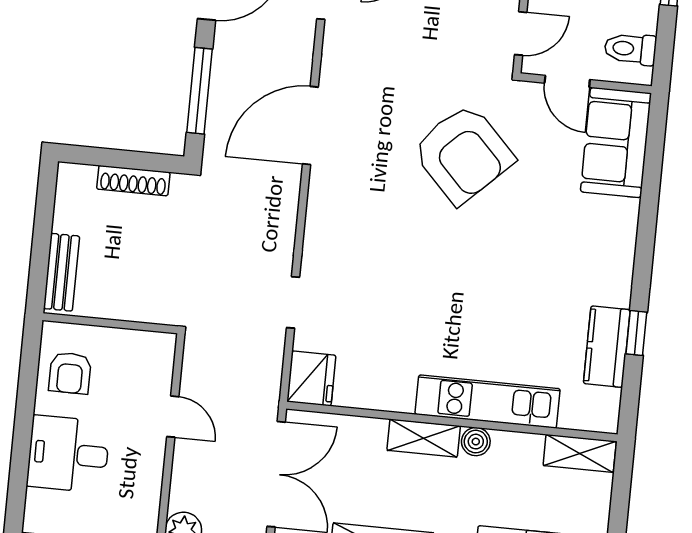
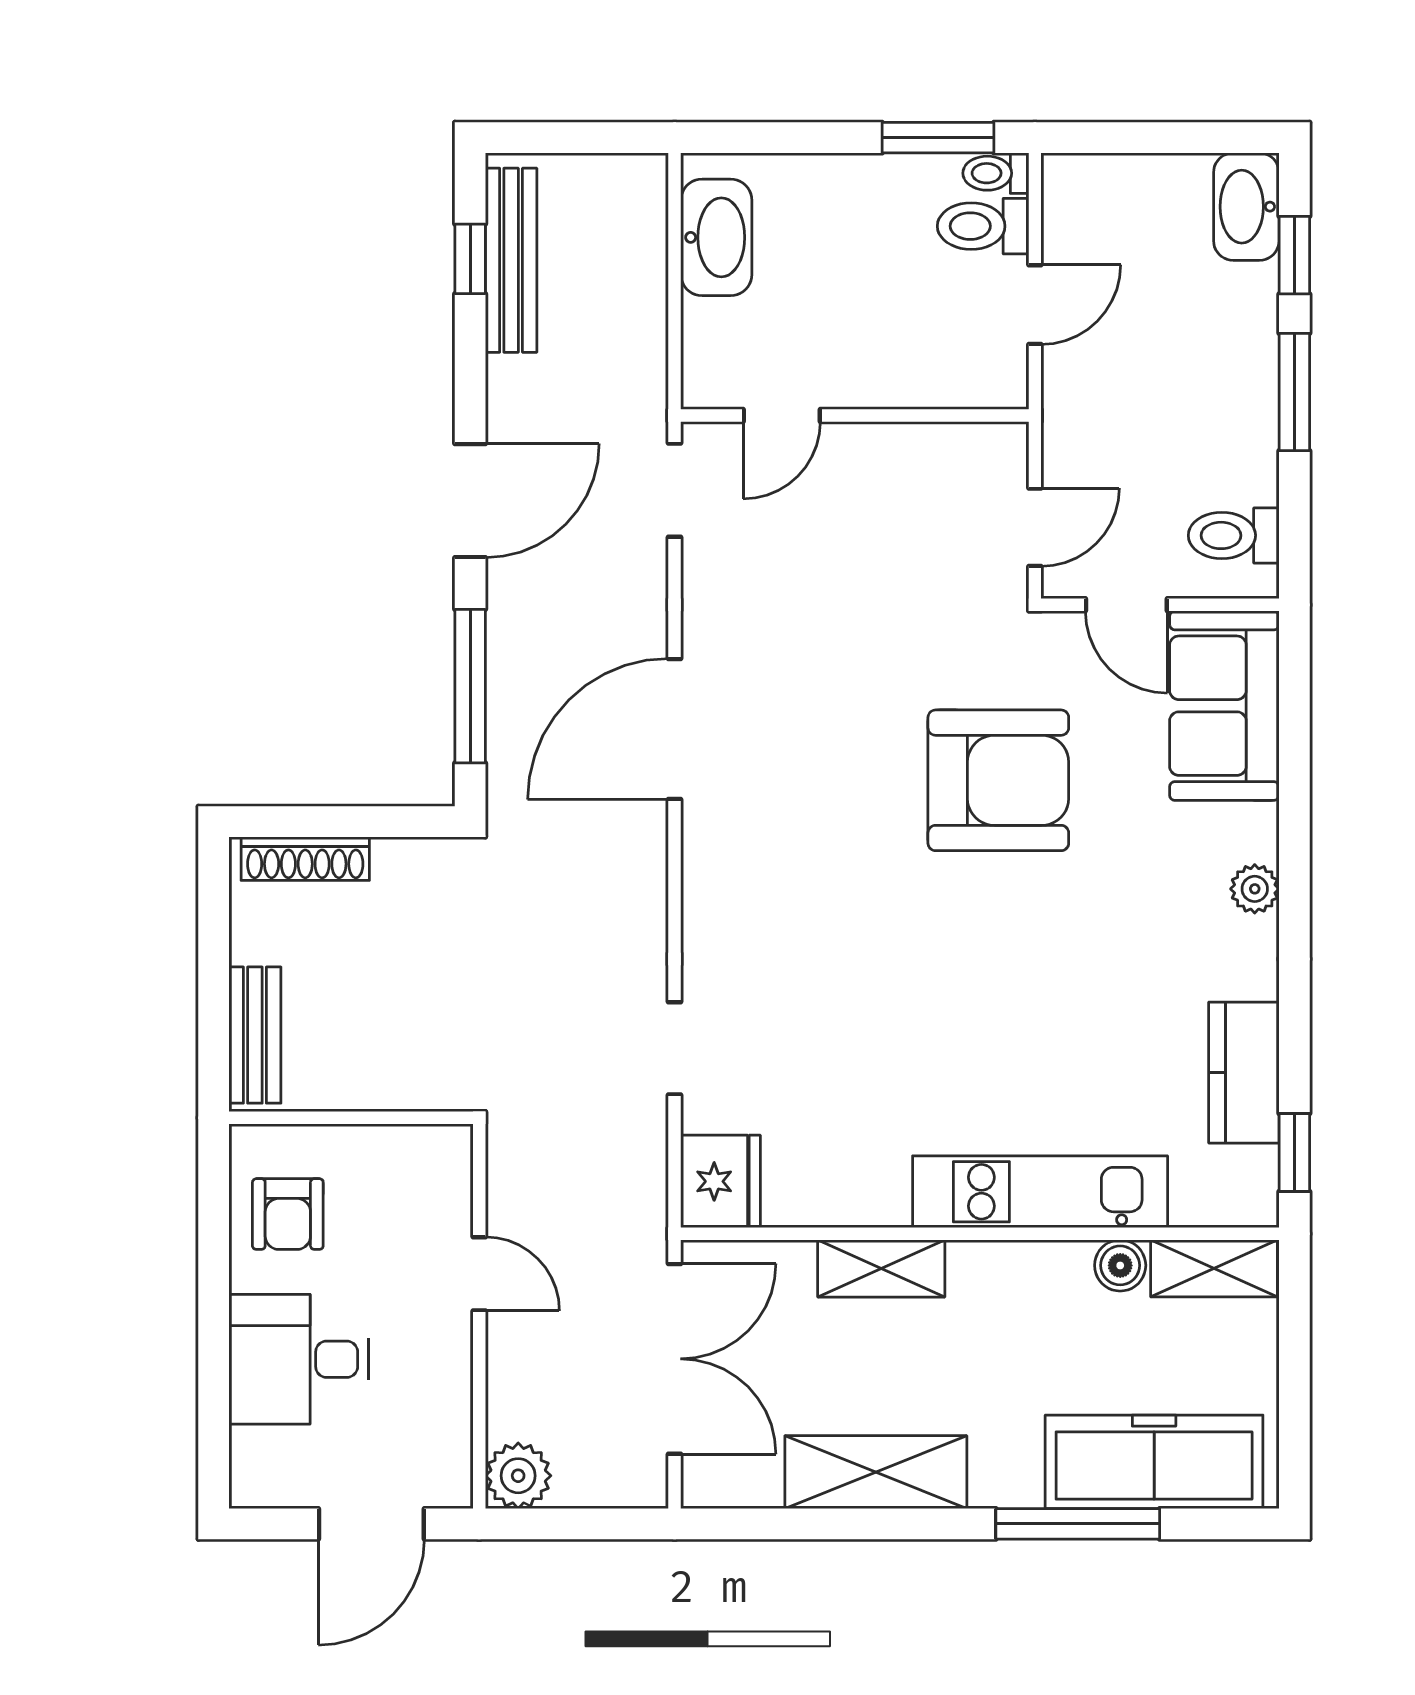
armchair: (463, 154) -> (998, 780), moved, turned -46
shoe rack: (133, 181) -> (305, 859), moved
plant: (623, 246) -> (1255, 889), added
window: (636, 333) -> (1294, 1152), moved
shelving: (424, 438) -> (881, 1268), moved
boiler: (476, 442) -> (1120, 1265), moved

